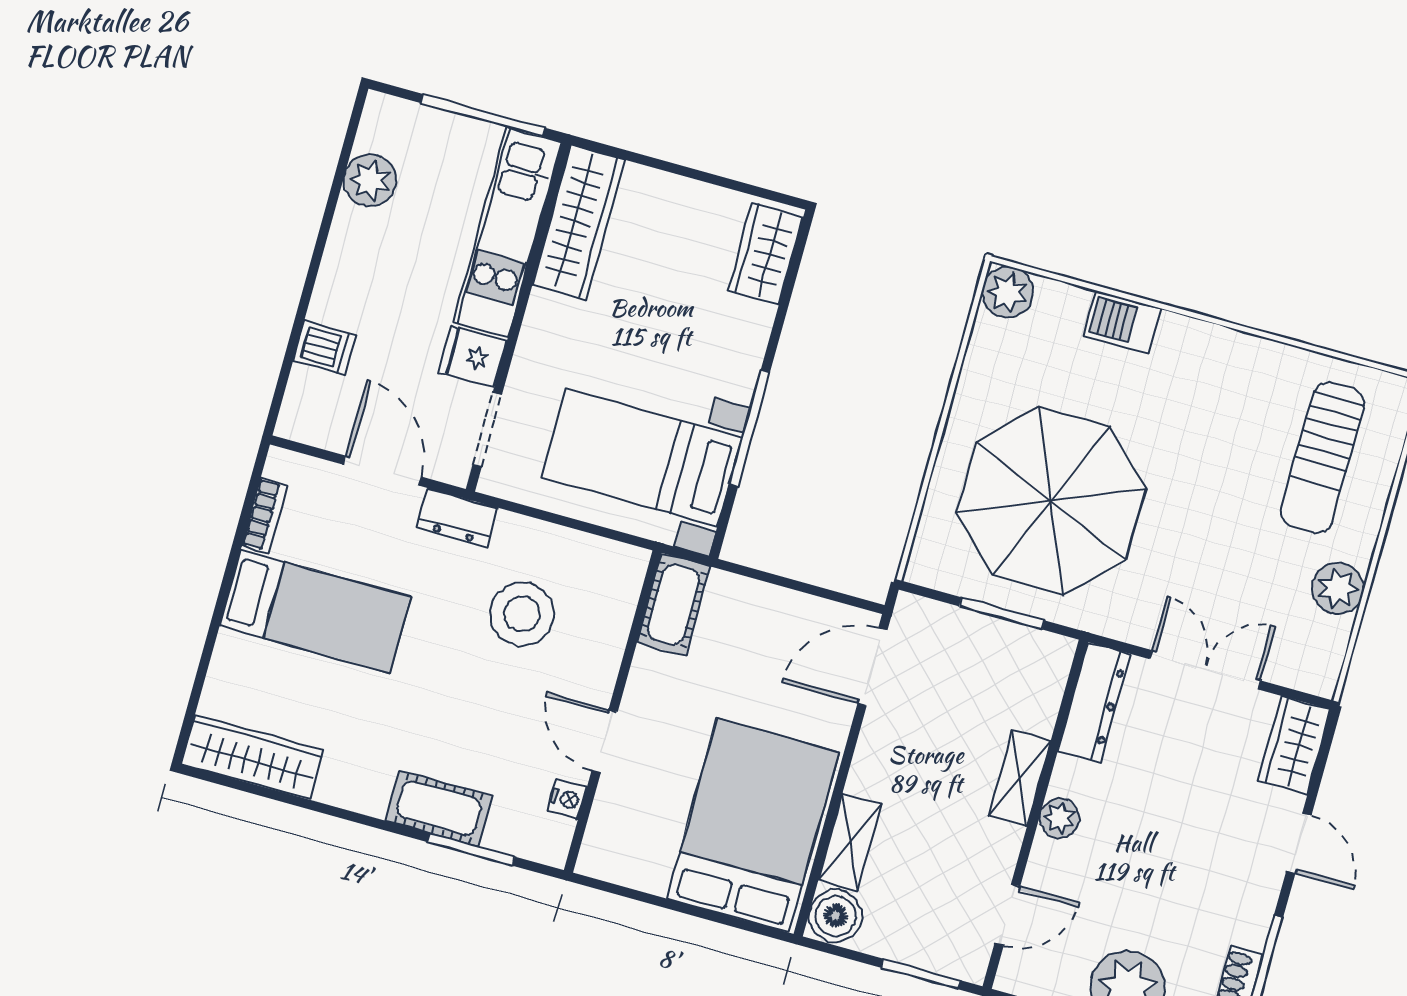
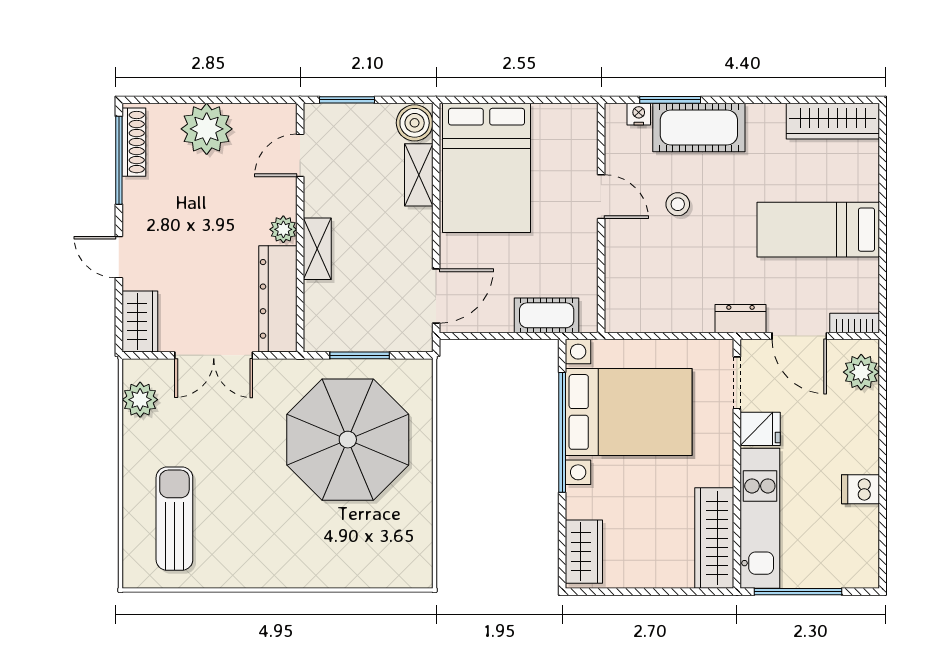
plant: (370, 180) -> (861, 372), moved
plant: (1008, 292) -> (415, 571), removed
barbecue: (1123, 322) -> (333, 572), removed
dishwasher: (325, 348) -> (860, 489), moved
window: (750, 428) -> (562, 432), width x1.46
bed with nightstands: (642, 458) -> (629, 412), width x1.36
bookcase: (265, 516) -> (855, 323), moved, turned 90
plant: (1338, 589) -> (140, 400), moved
cot: (674, 605) -> (547, 315), moved, turned 90
stool: (522, 614) -> (678, 204), moved, width x0.53, depth x0.53
dresser: (1094, 702) -> (278, 299), width x1.37, depth x1.24
nightstand: (567, 799) -> (639, 114), moved, turned 90
cot: (439, 808) -> (699, 127), width x1.37, depth x1.34

